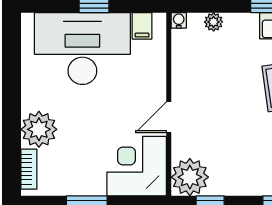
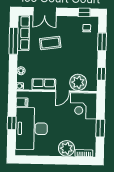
row of seats: (184, 75) -> (44, 84), added
door: (169, 117) -> (62, 91), hinge flipped
plant: (190, 177) -> (78, 82), moved

